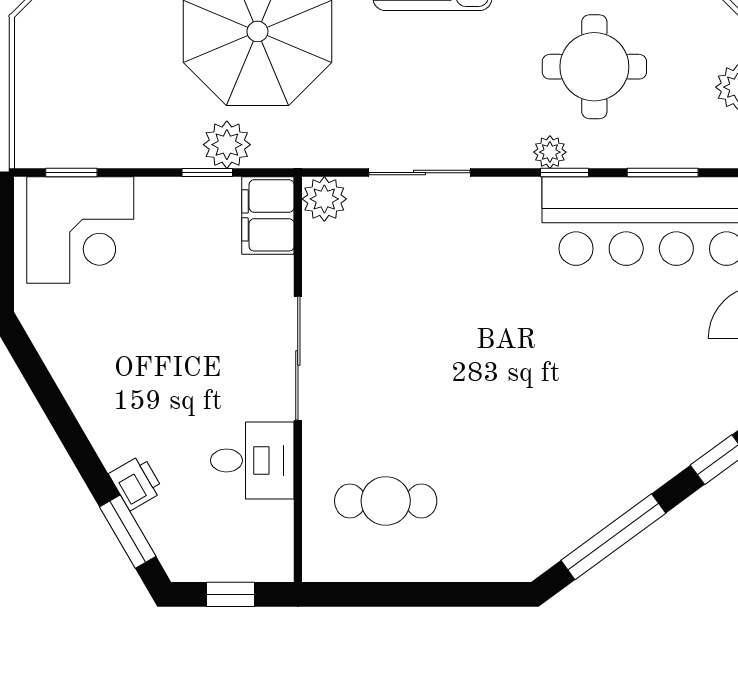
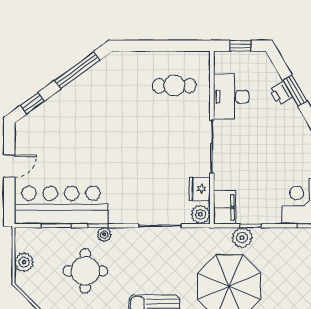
fridge: (326, 259) -> (200, 189), added
desk: (252, 460) -> (231, 97), width x1.37
window: (128, 532) -> (295, 90), moved

